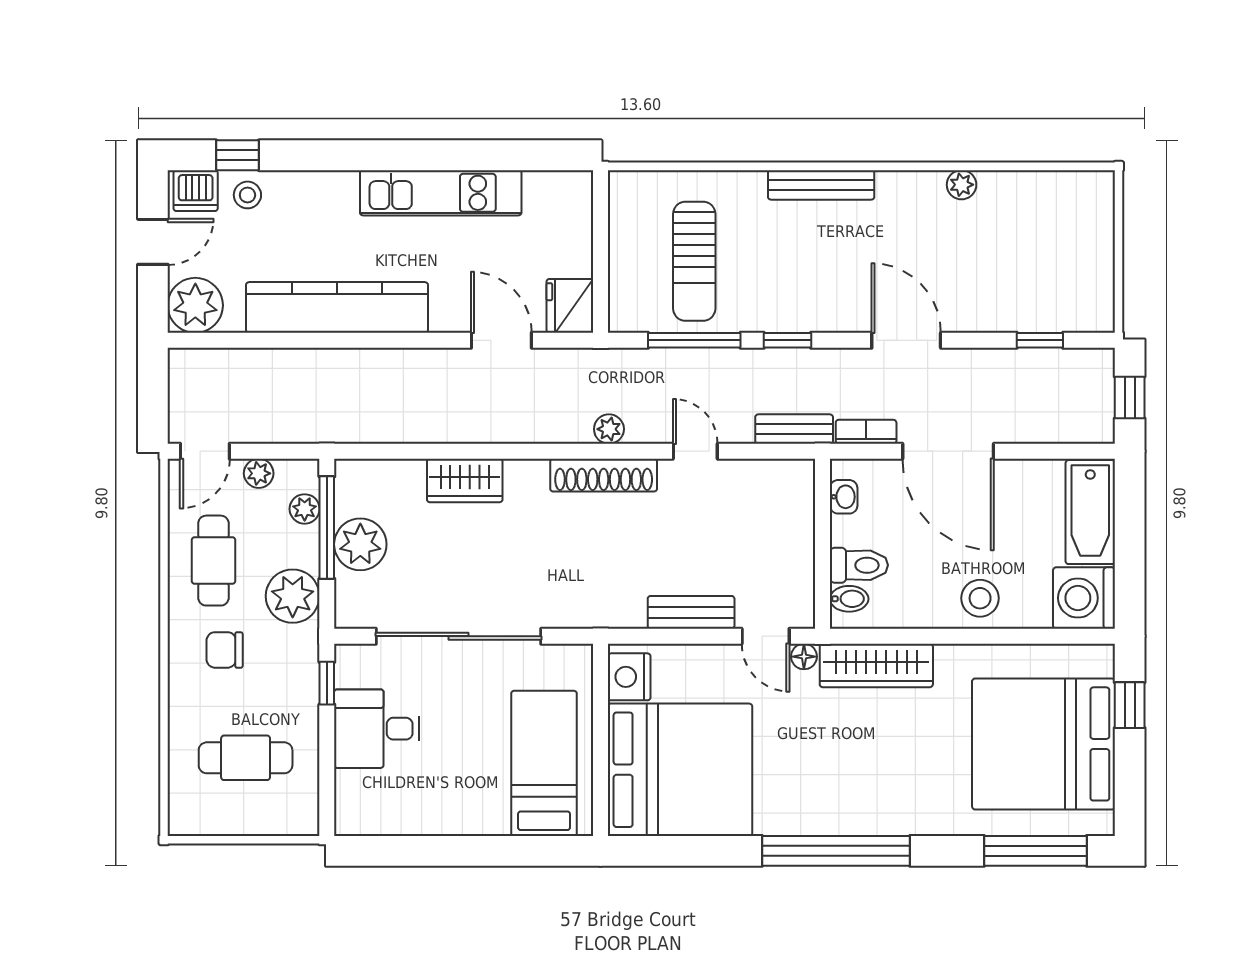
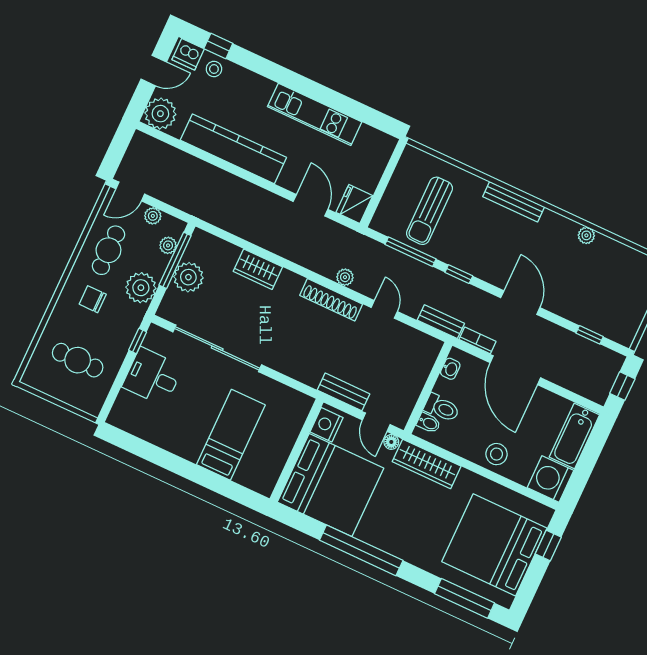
nightstand: (629, 677) -> (327, 425), moved
wall: (601, 740) -> (297, 450), moved
bed: (680, 770) -> (331, 485), moved

